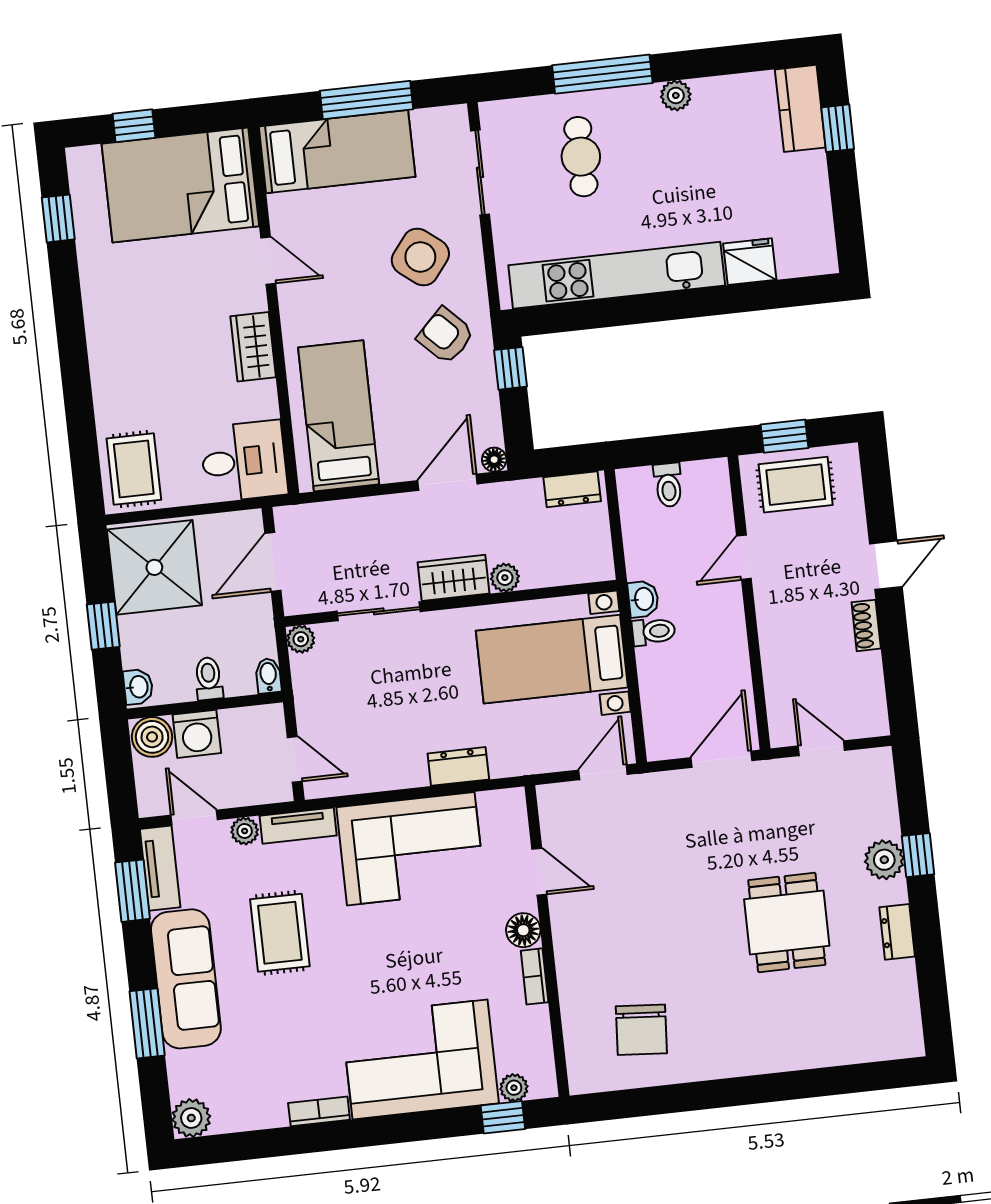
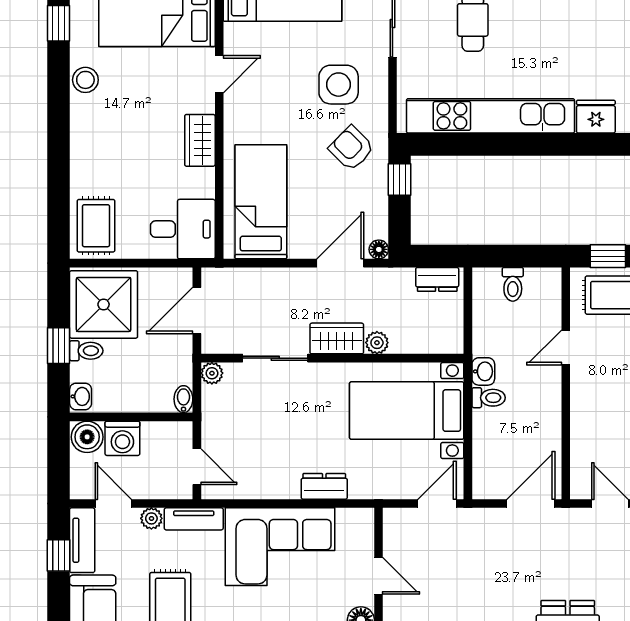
side table: (420, 257) -> (339, 85), turned -38
door: (268, 261) -> (219, 74), hinge flipped
stool: (100, 286) -> (85, 80), added
toilet: (209, 679) -> (86, 351), moved, turned 90
window: (132, 891) -> (59, 555), width x0.67

